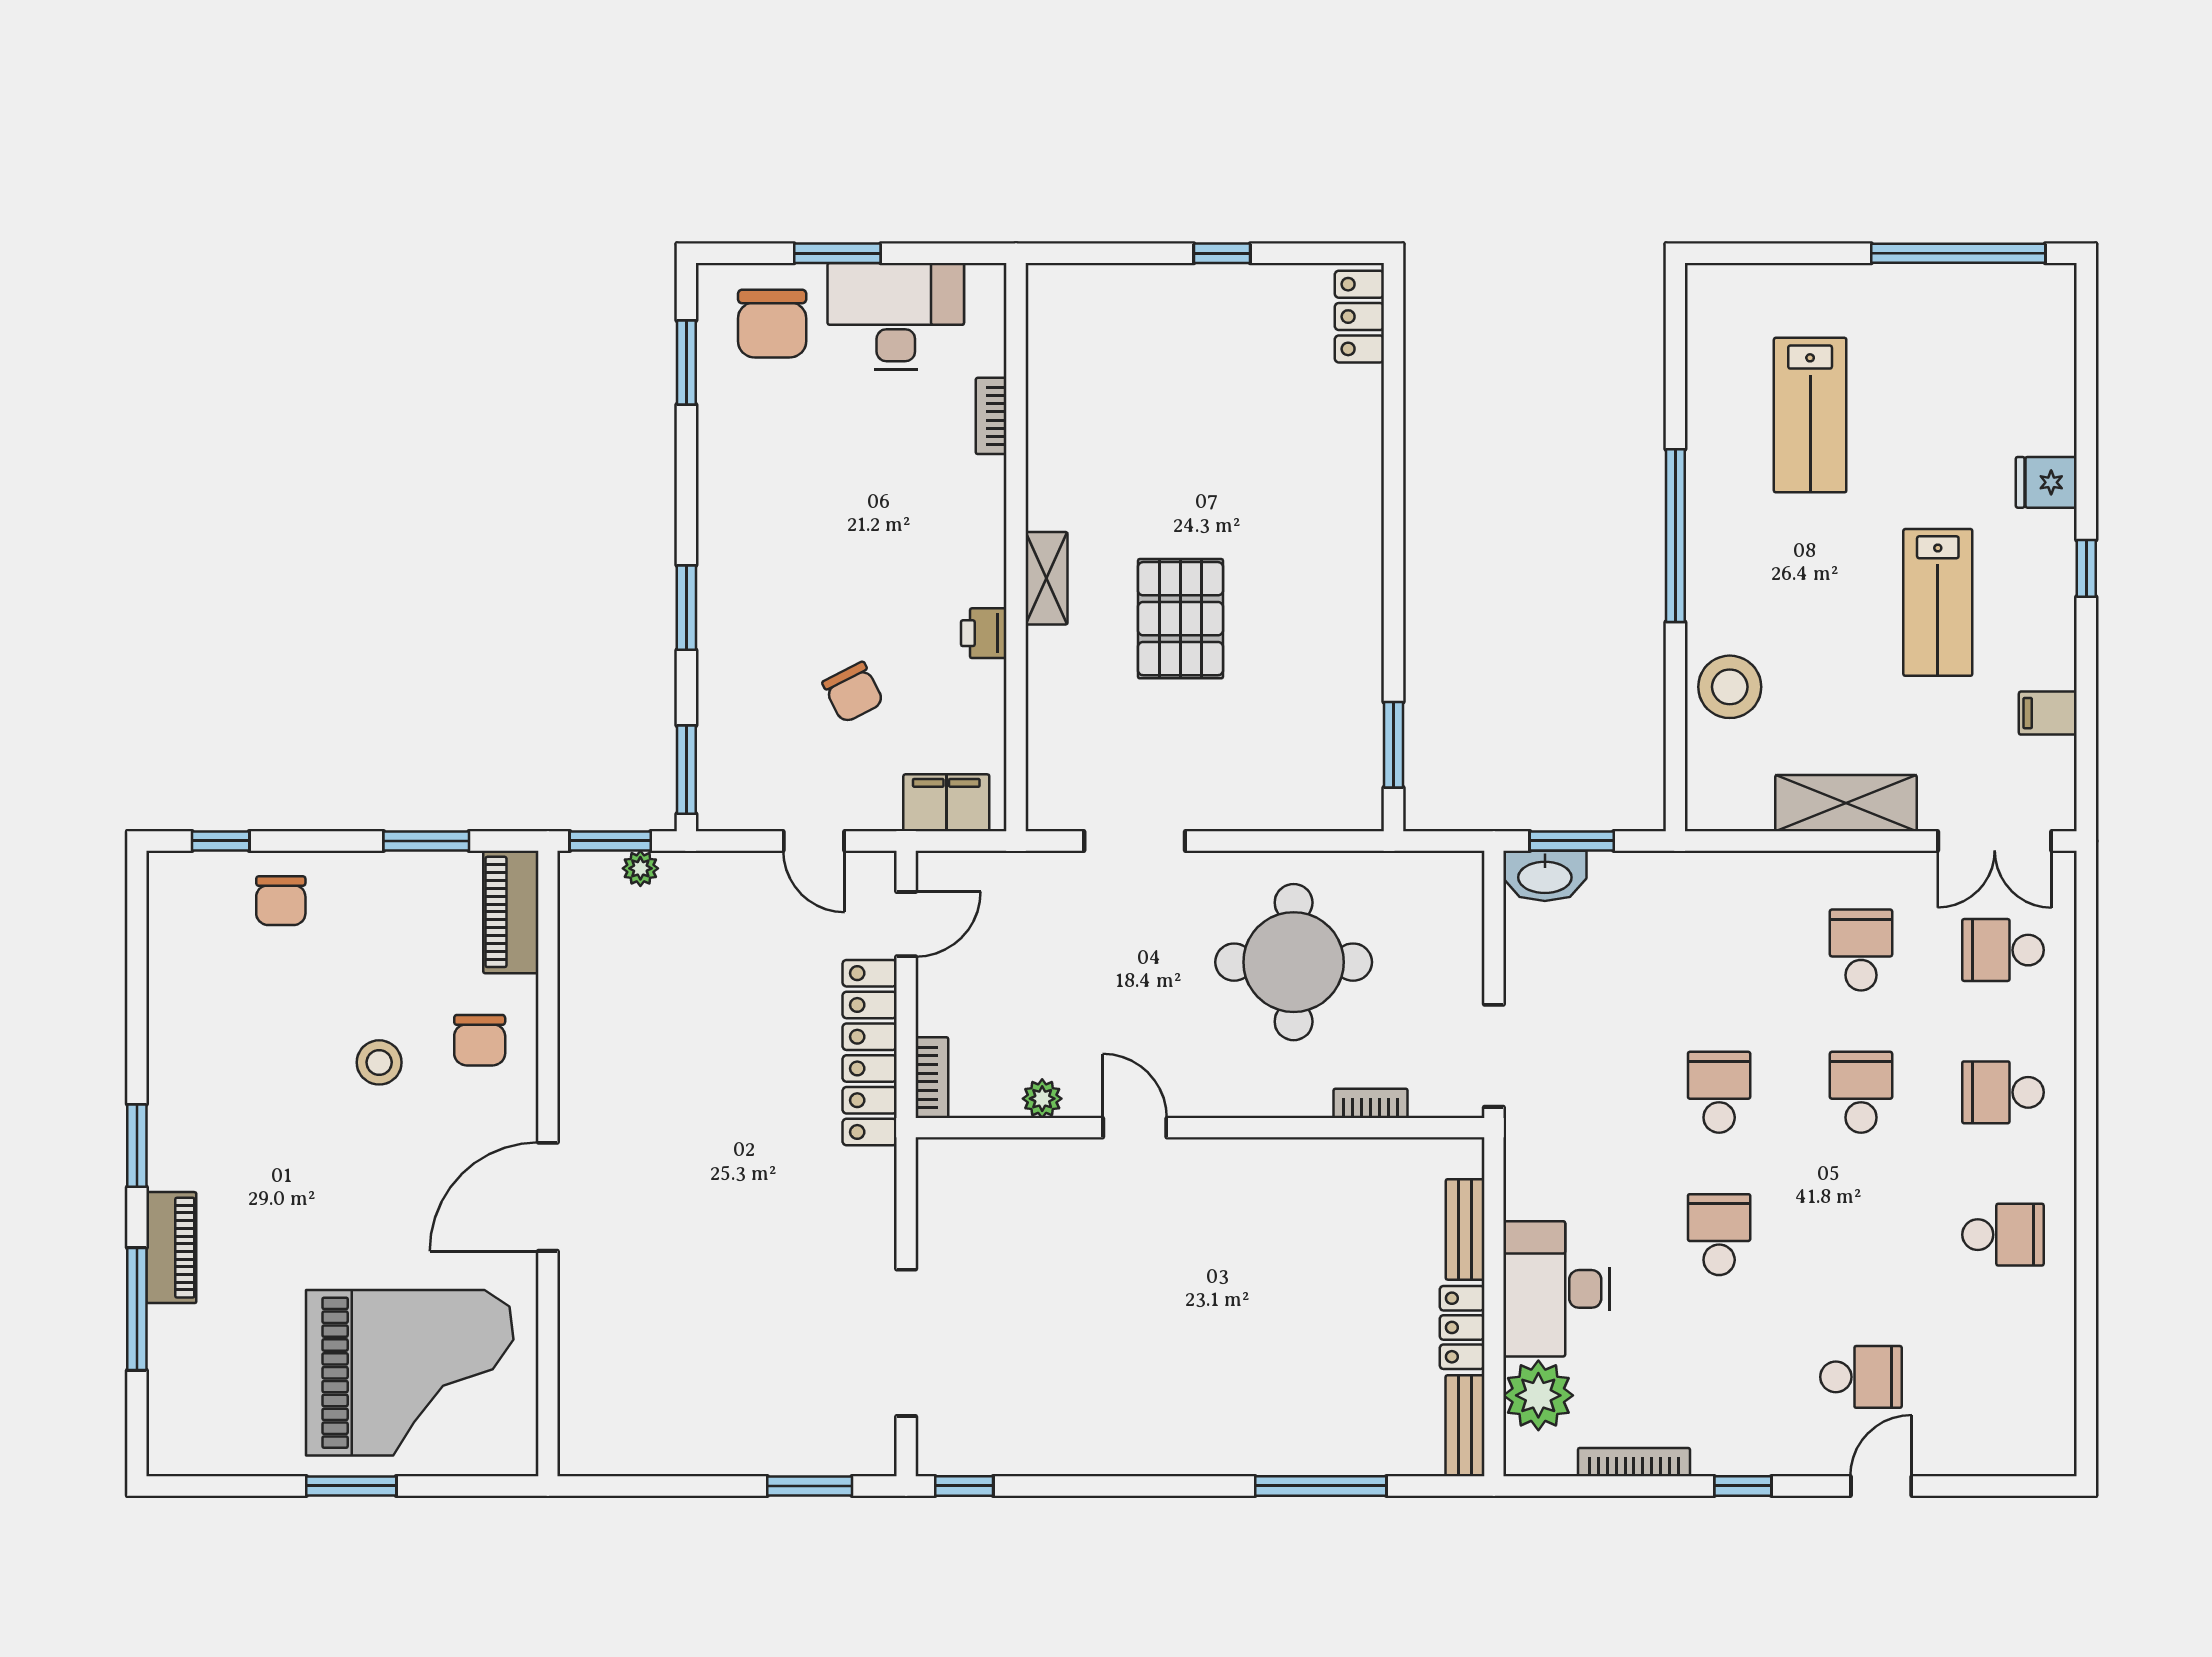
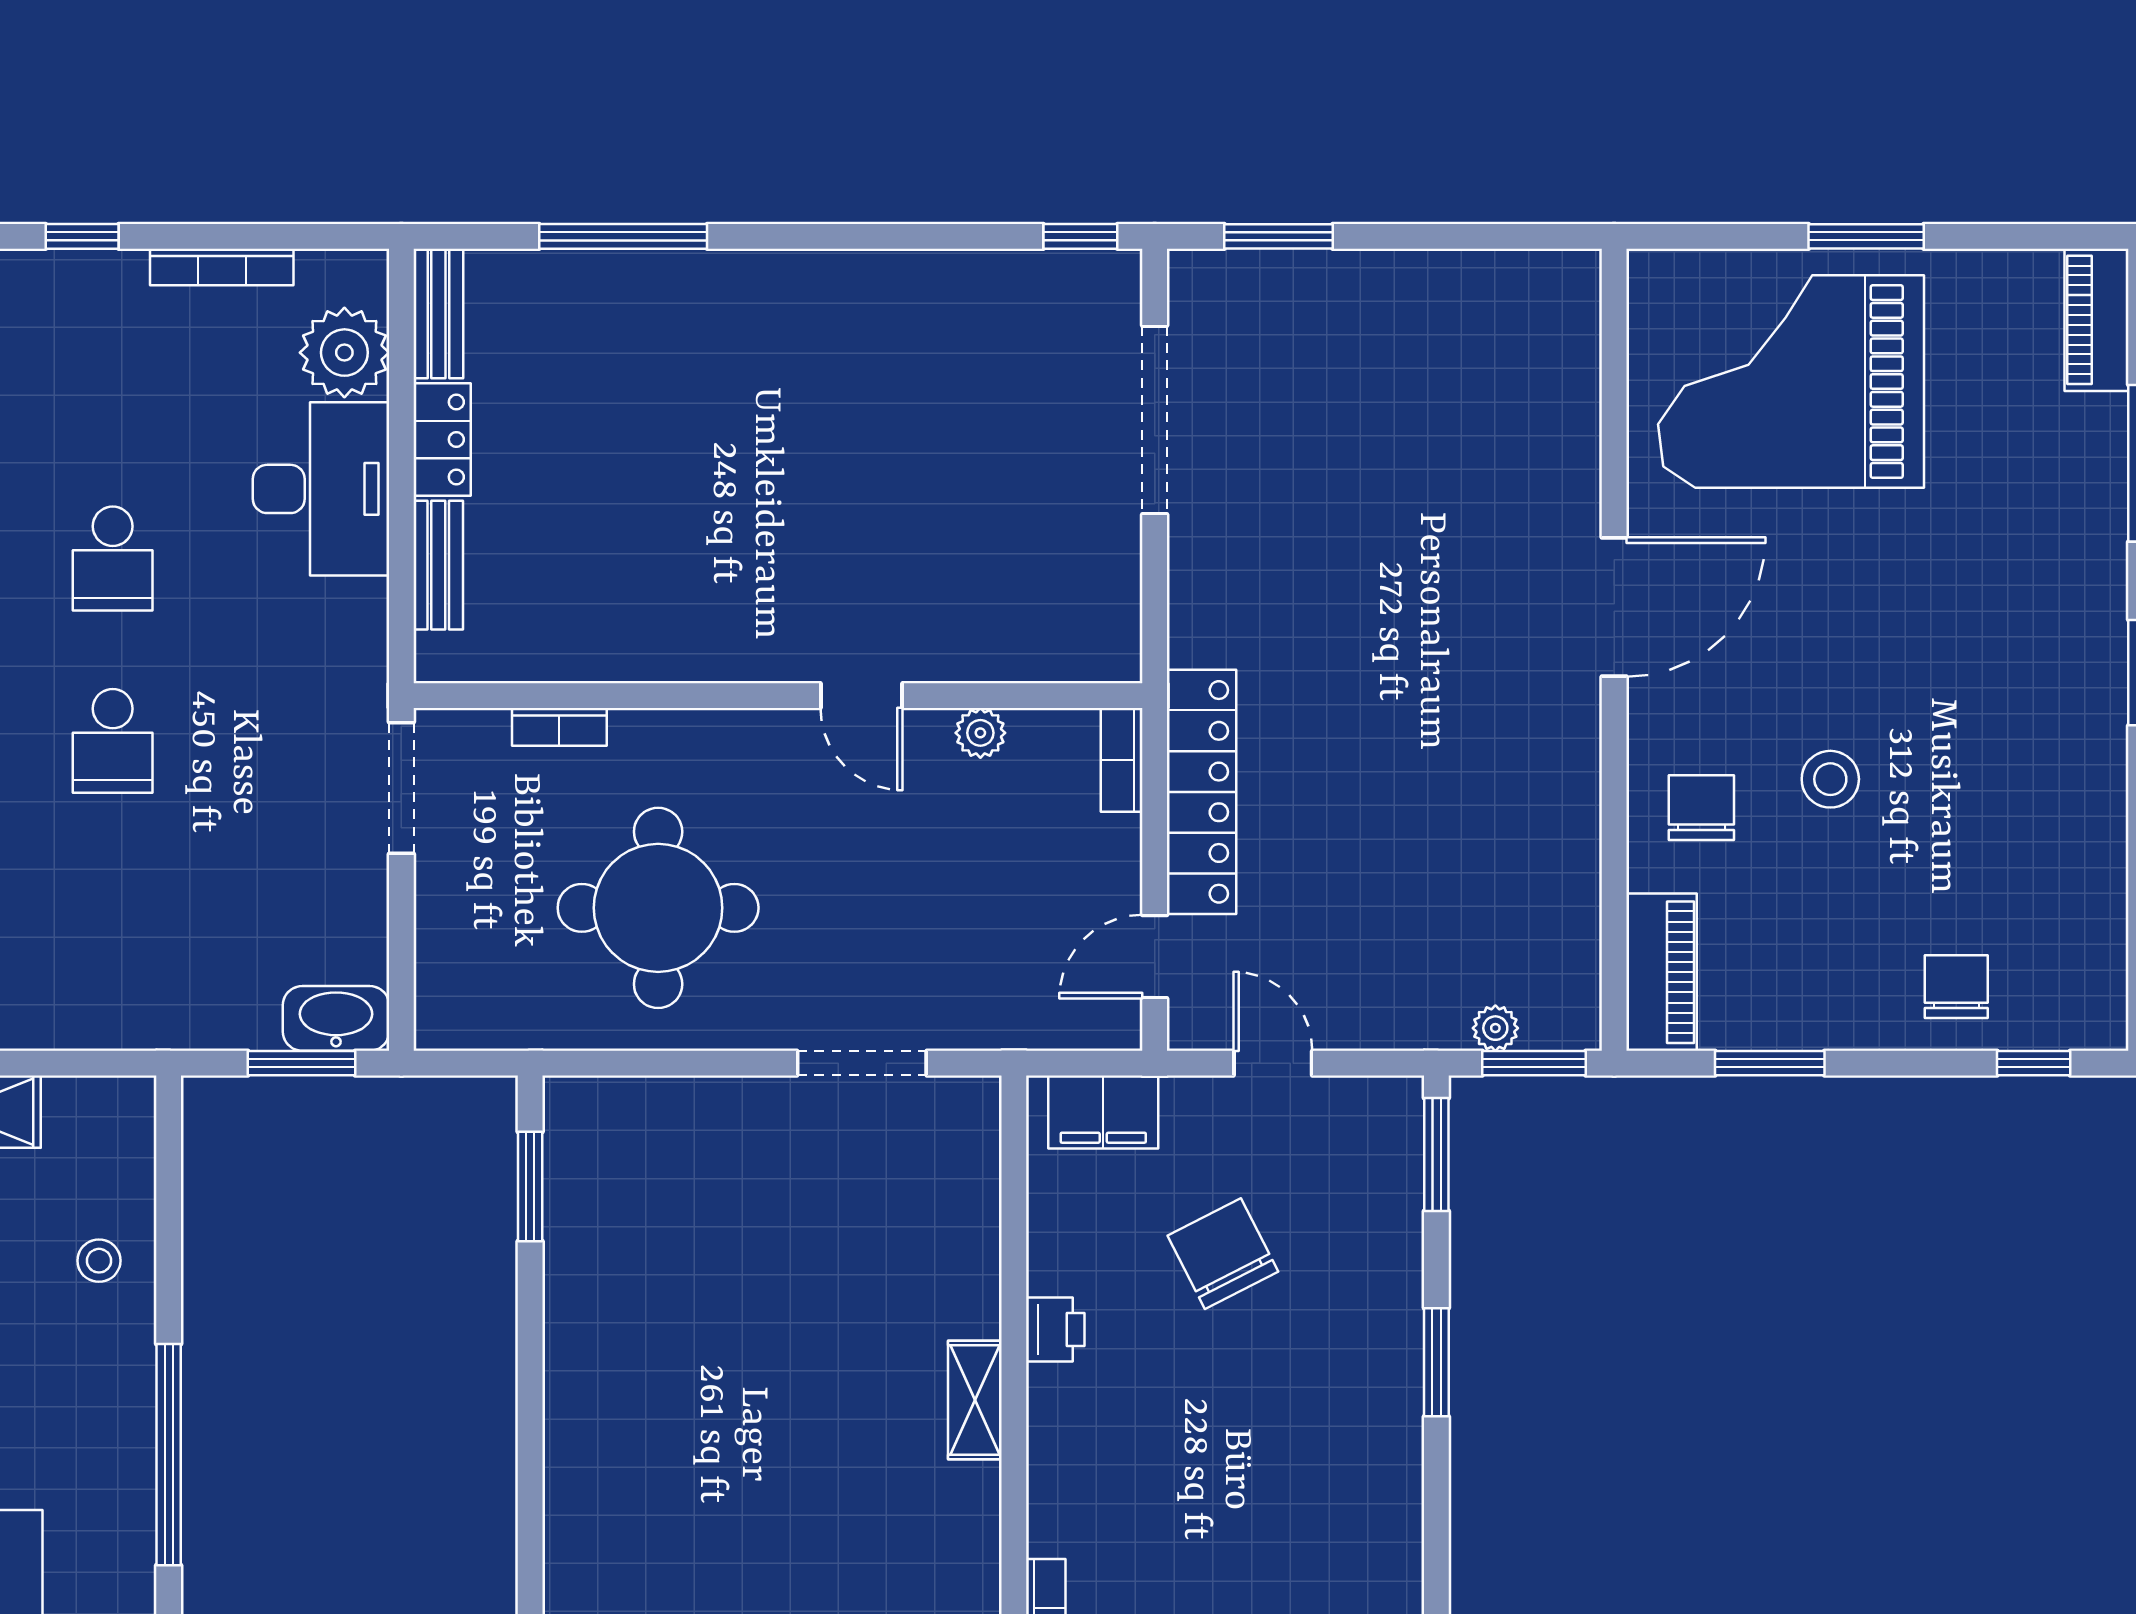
pallet: (1181, 619) -> (803, 1348), removed
stool: (1730, 687) -> (99, 1261), width x0.53, depth x0.53
chair: (853, 692) -> (1223, 1254), width x1.37, depth x1.37
piano: (171, 1248) -> (2097, 320), moved

